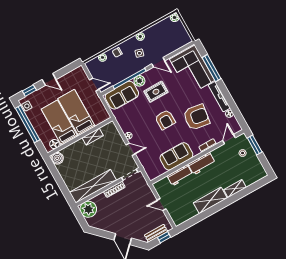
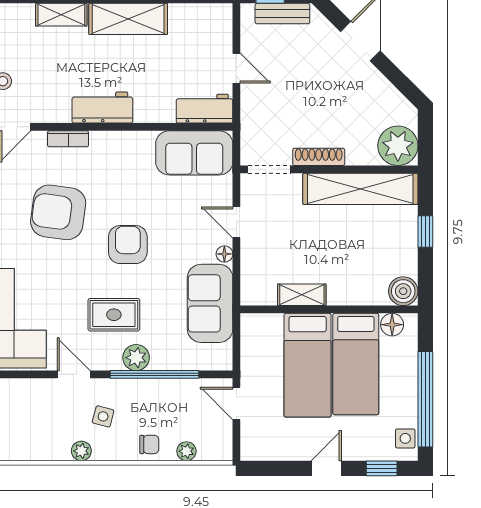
door: (49, 79) -> (326, 468), hinge flipped
sofa: (122, 95) -> (210, 303), moved, turned -90
sofa: (176, 156) -> (194, 153), moved
workbench: (180, 175) -> (205, 109), moved
window: (61, 184) -> (425, 231), added

